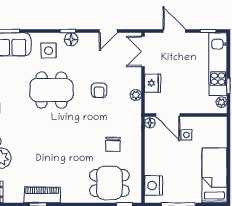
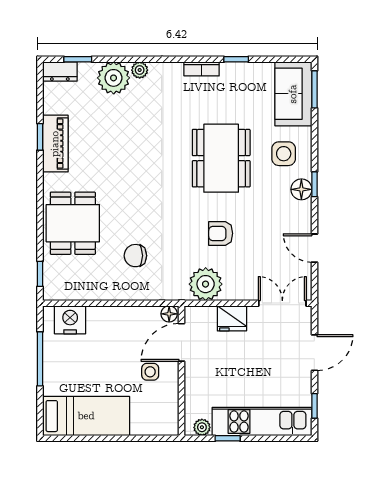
plant: (136, 95) -> (206, 284), width x1.88, depth x1.88
dining table: (109, 183) -> (73, 223), moved

